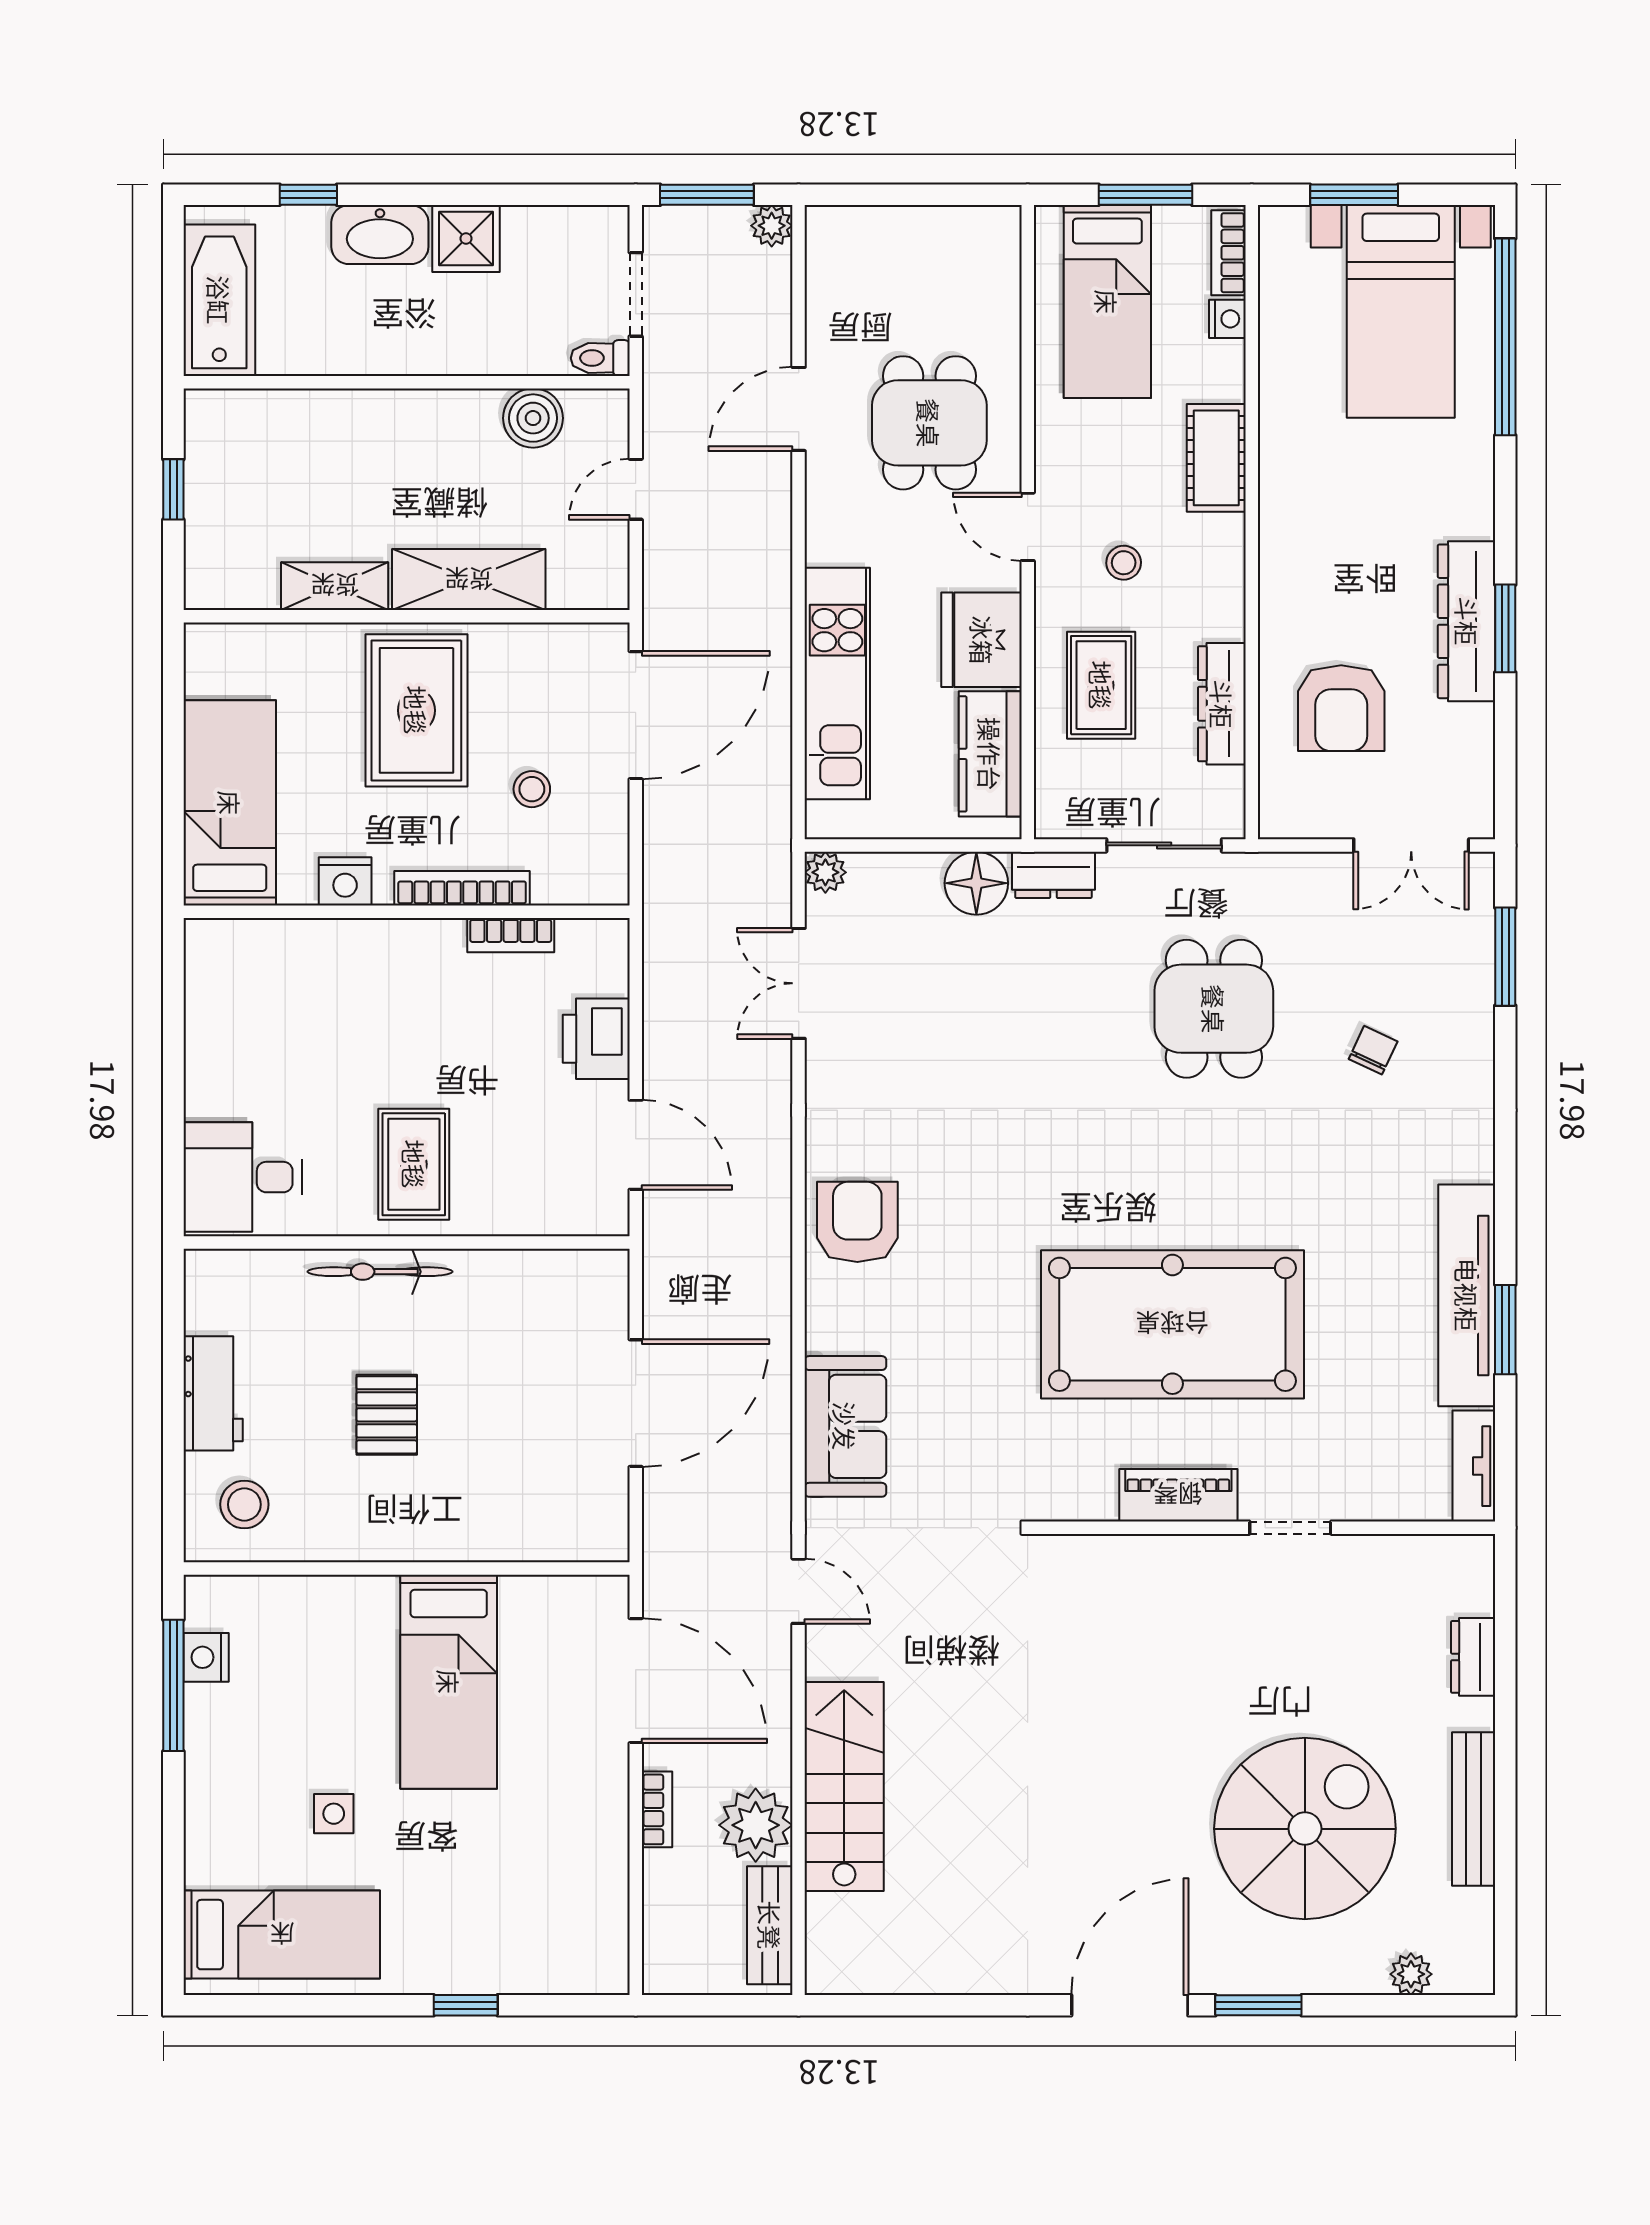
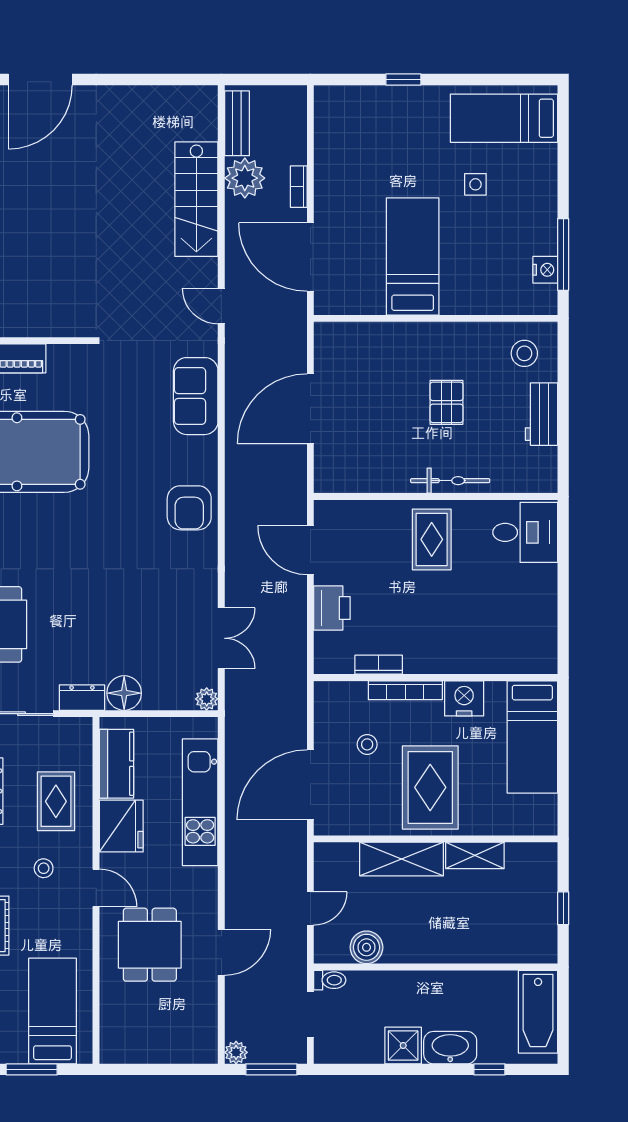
nightstand: (345, 881) -> (464, 698), width x1.36, depth x1.33

